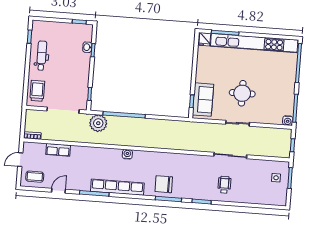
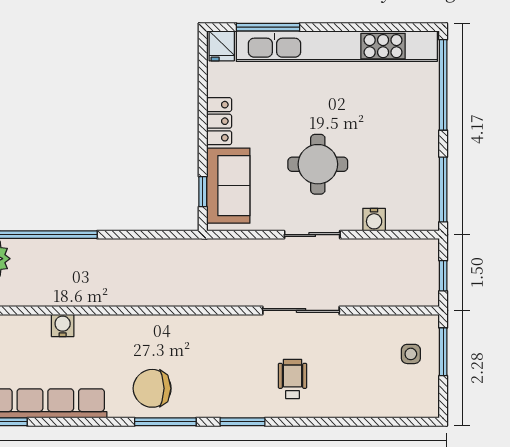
locker: (201, 72) -> (219, 121), added
water cooler: (288, 121) -> (374, 220), moved

